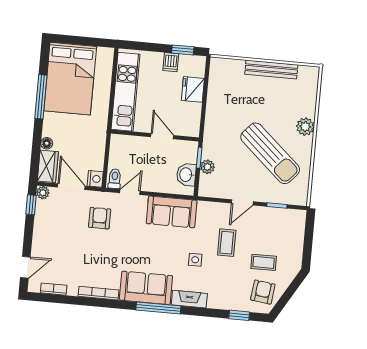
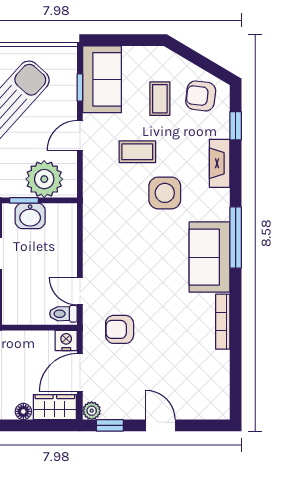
plant: (207, 167) -> (44, 179), width x1.88, depth x1.88
washbasin: (186, 175) -> (30, 216), moved
door: (242, 202) -> (80, 135), swing flipped
sofa: (172, 212) -> (102, 79), moved
side table: (195, 260) -> (165, 193), width x1.87, depth x1.87
door: (25, 267) -> (160, 425), moved
bookcase: (54, 289) -> (223, 384), removed
fireplace: (189, 299) -> (220, 163), moved

